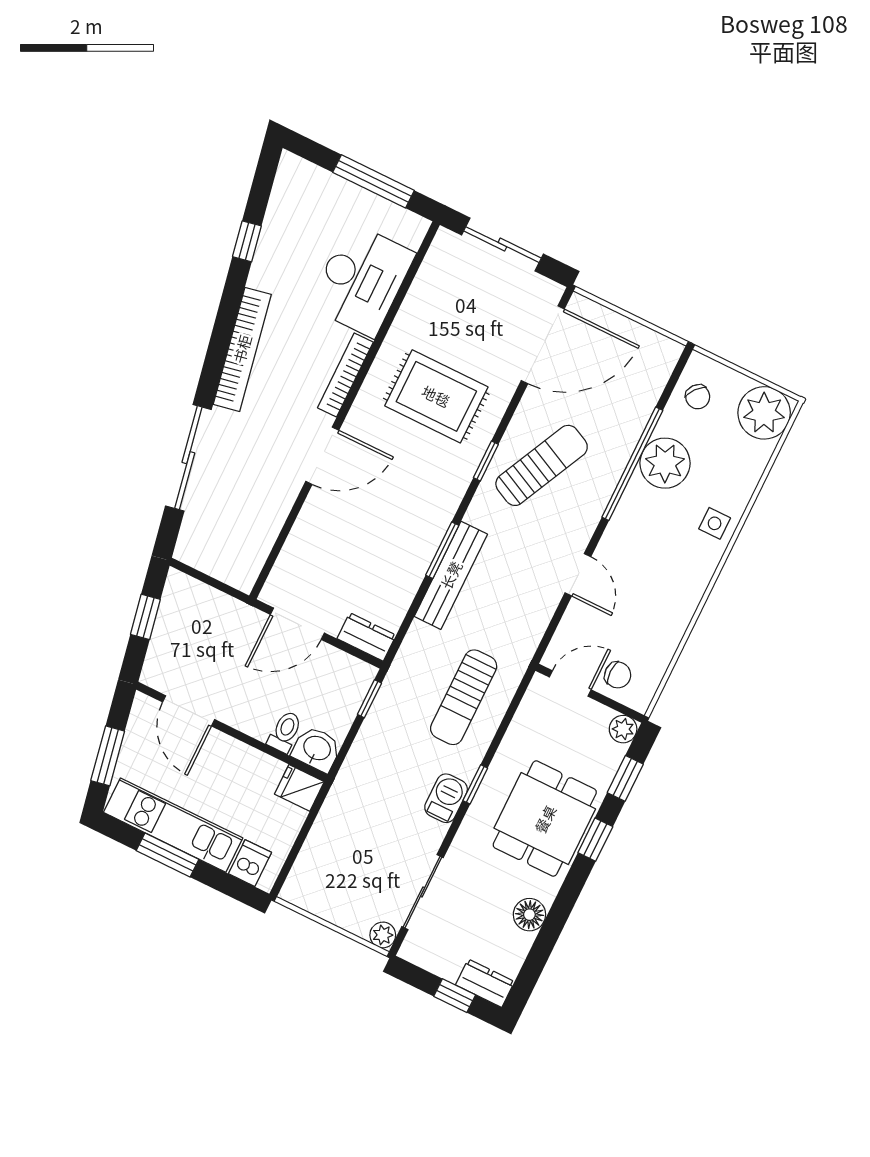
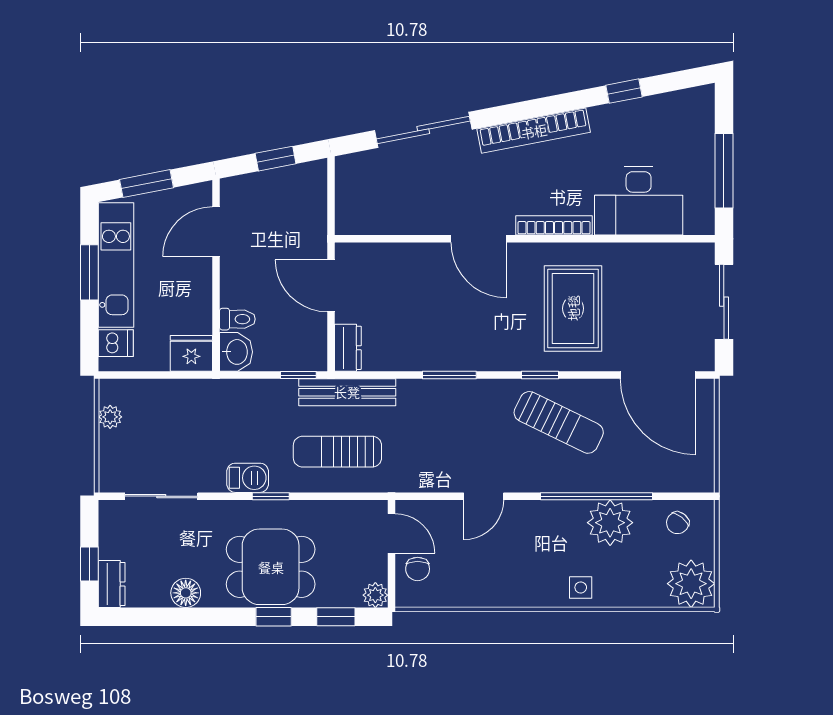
bench: (451, 575) -> (347, 392), moved
fridge: (299, 788) -> (191, 353), width x1.38
plant: (383, 935) -> (110, 417), moved

